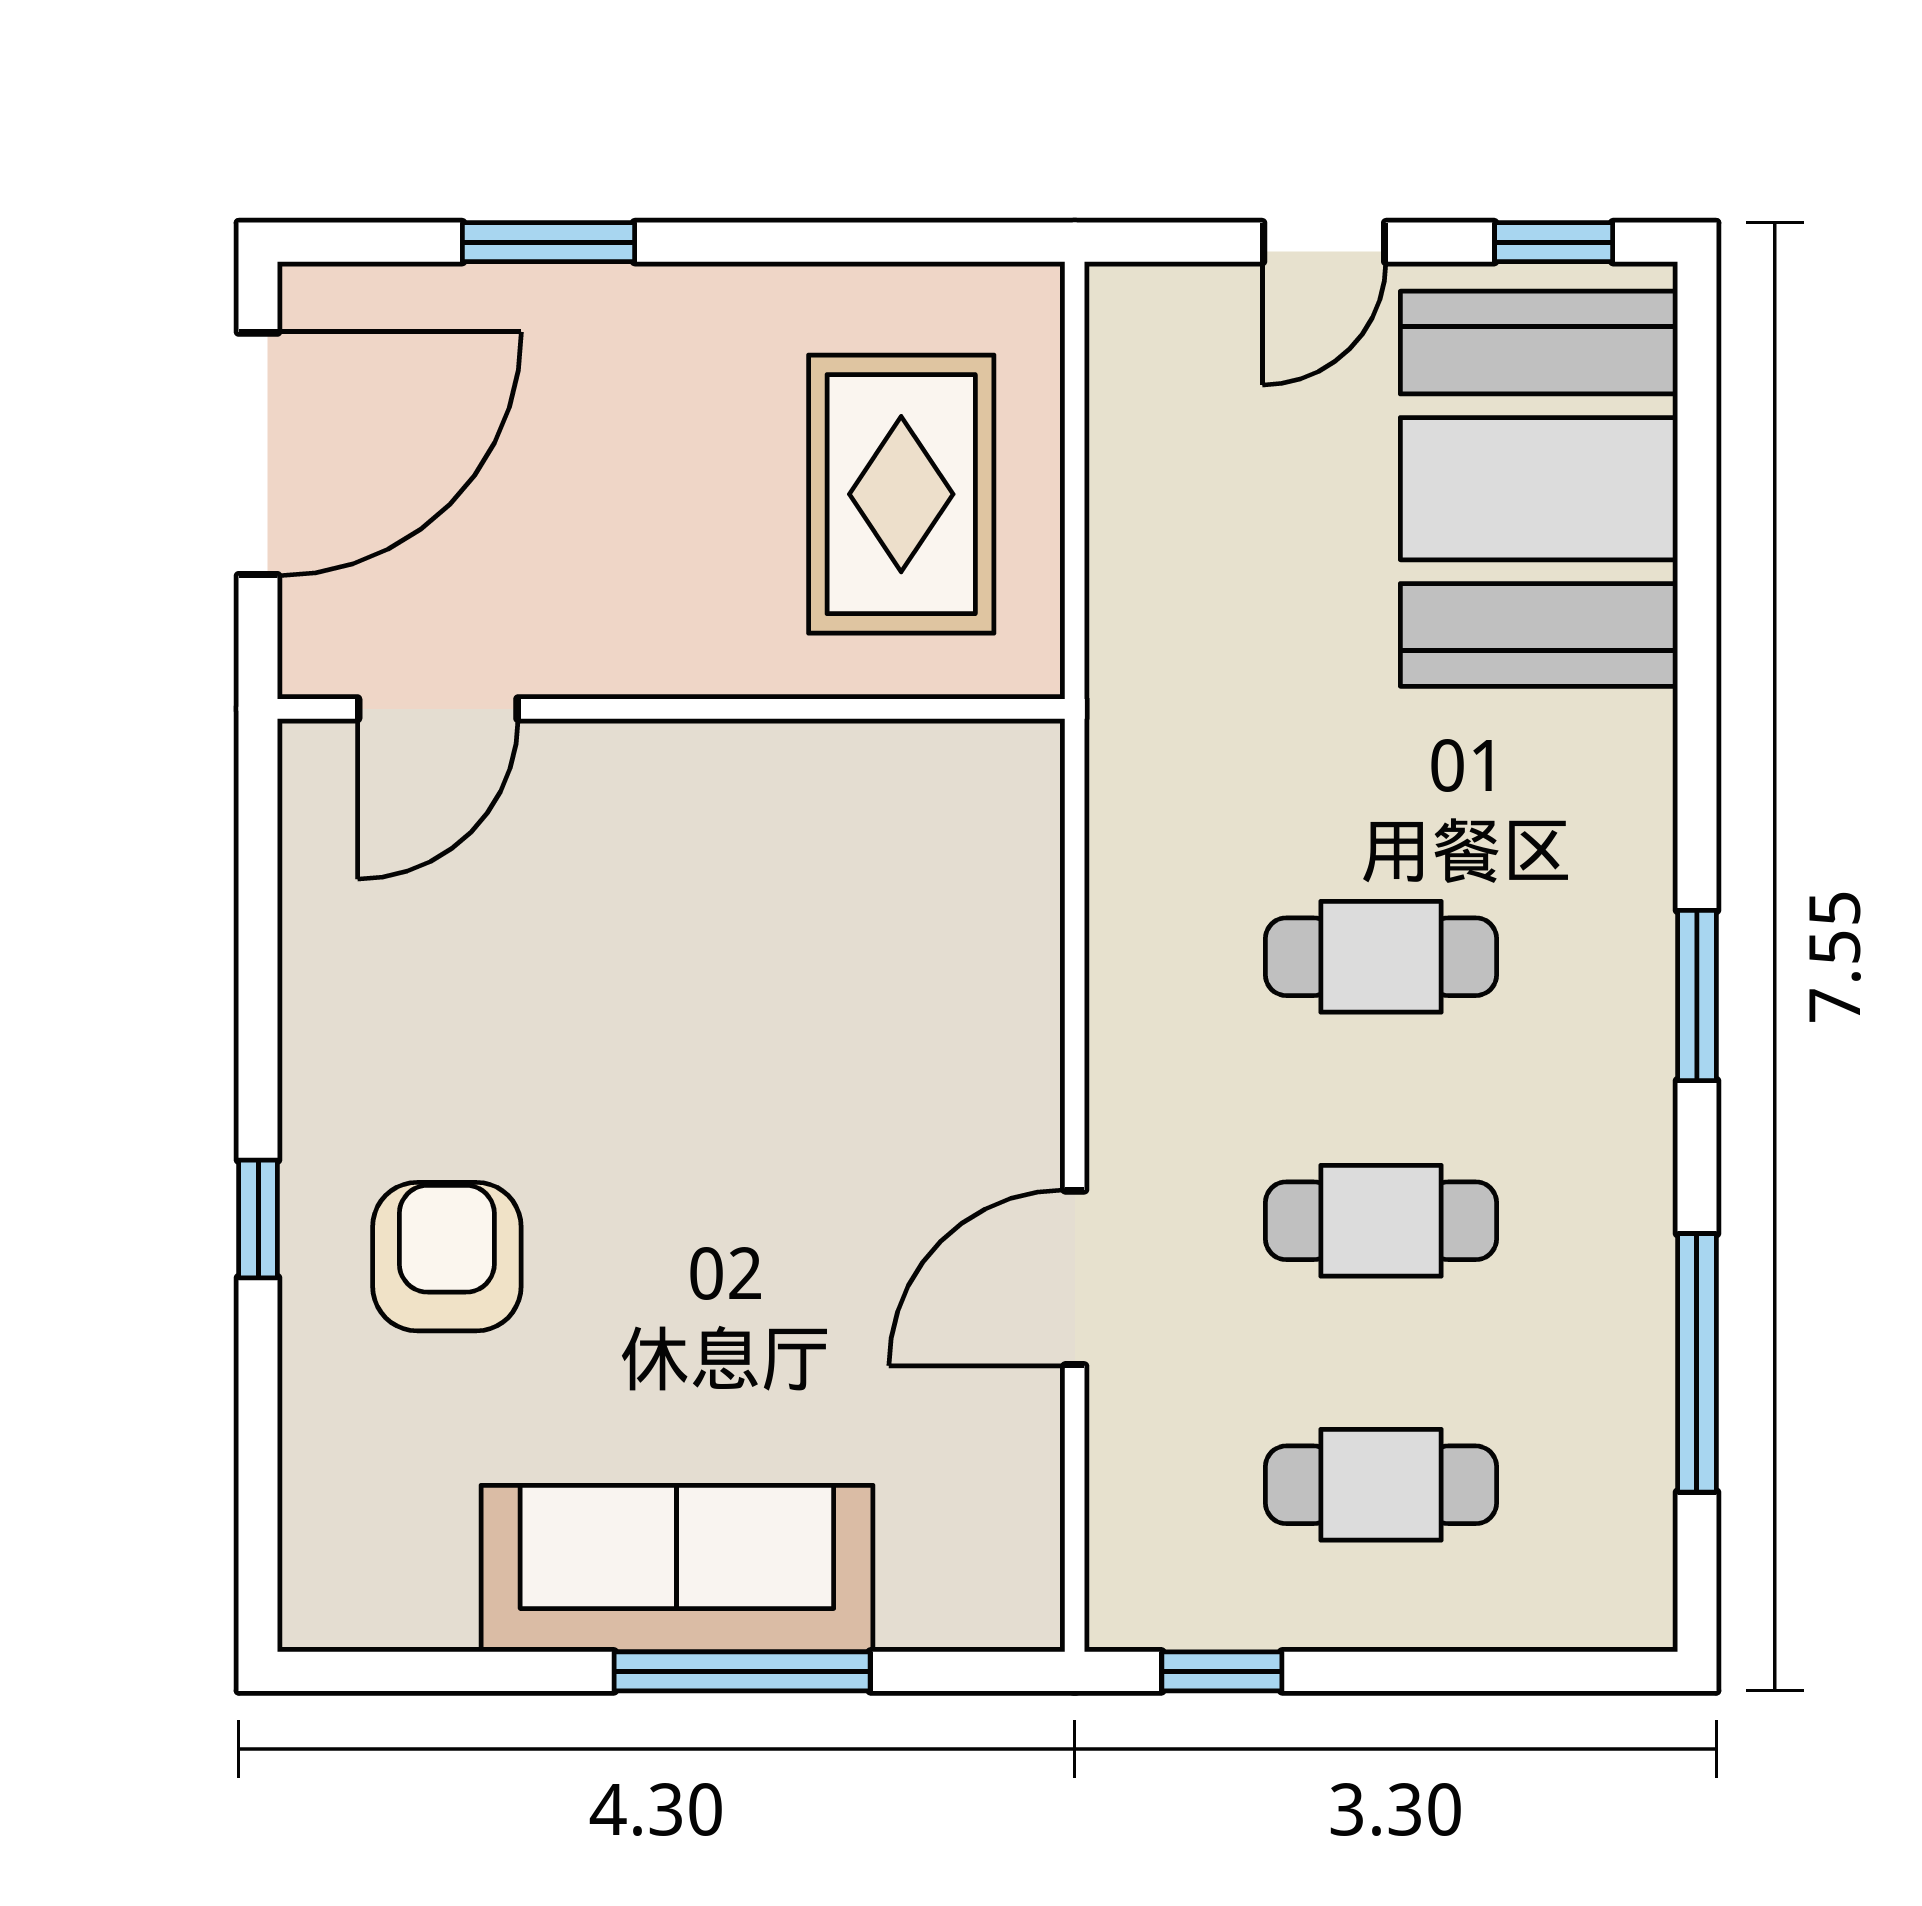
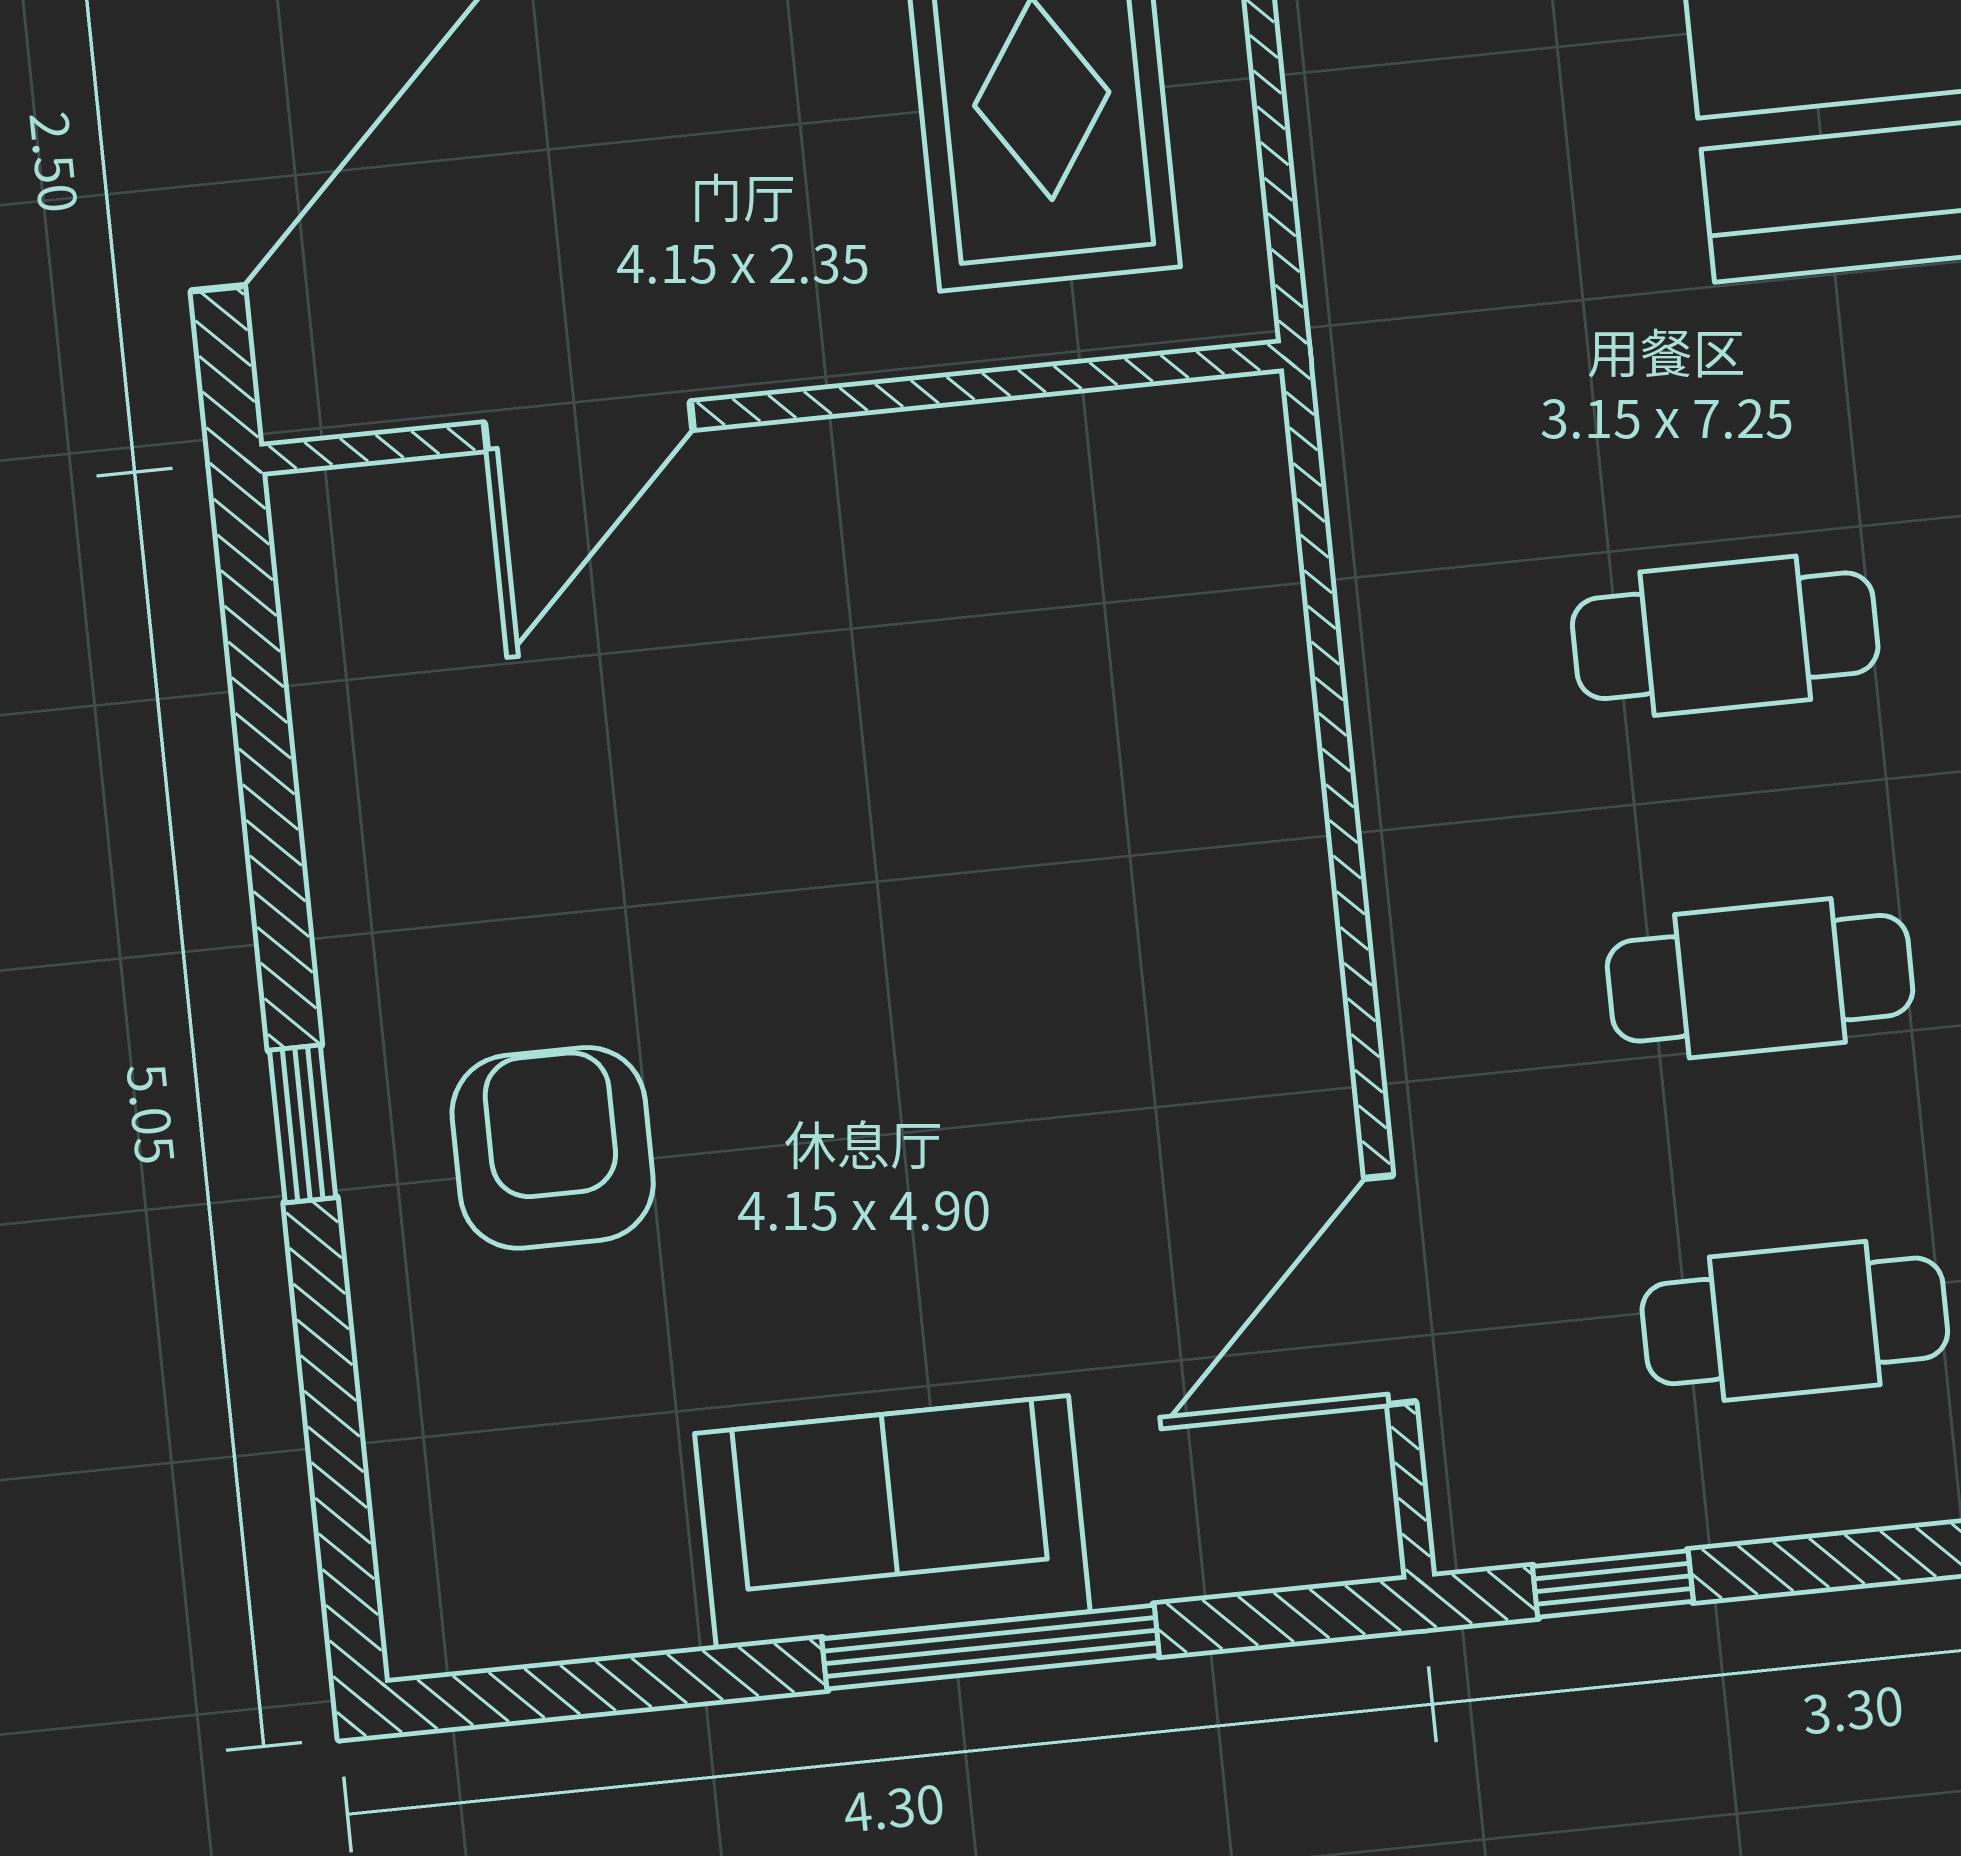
door: (438, 709) -> (589, 426), moved
door: (1075, 1278) -> (1390, 1290), moved
sofa: (677, 1569) -> (892, 1522), width x0.73

